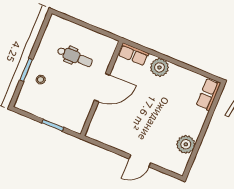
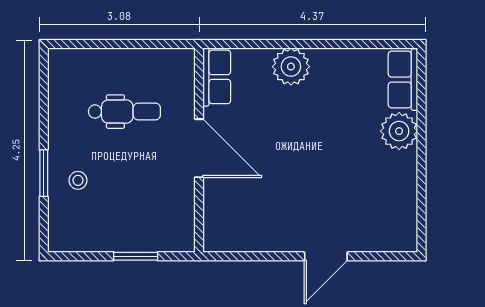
row of seats: (133, 54) -> (217, 77), moved, turned -90
door: (102, 88) -> (199, 148), hinge flipped
plant: (186, 144) -> (399, 131), moved

